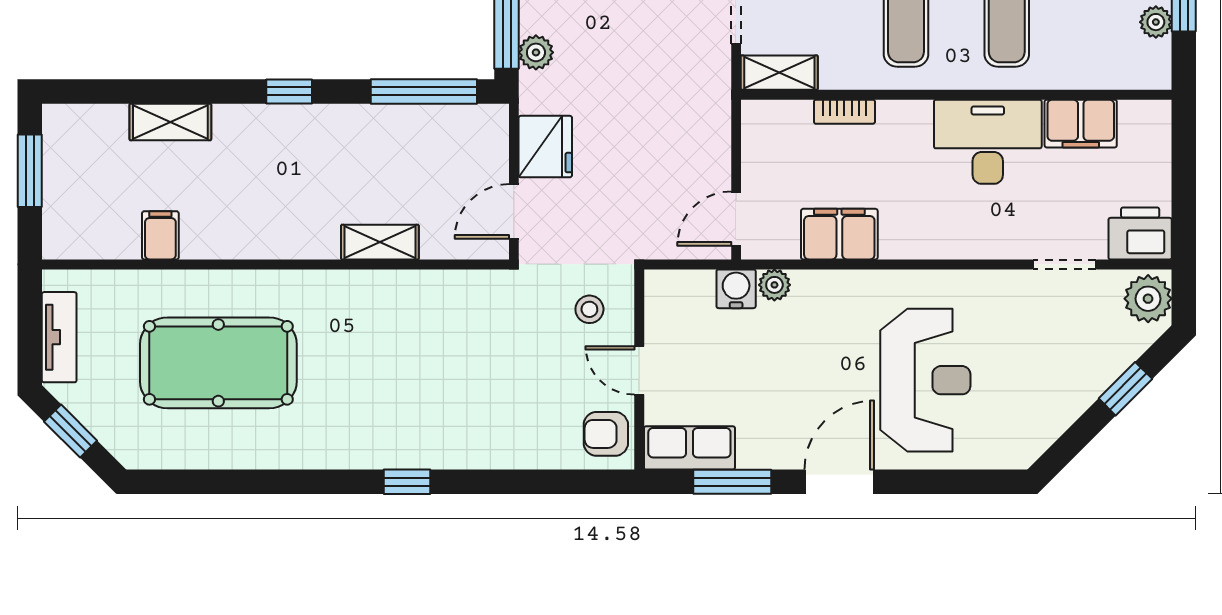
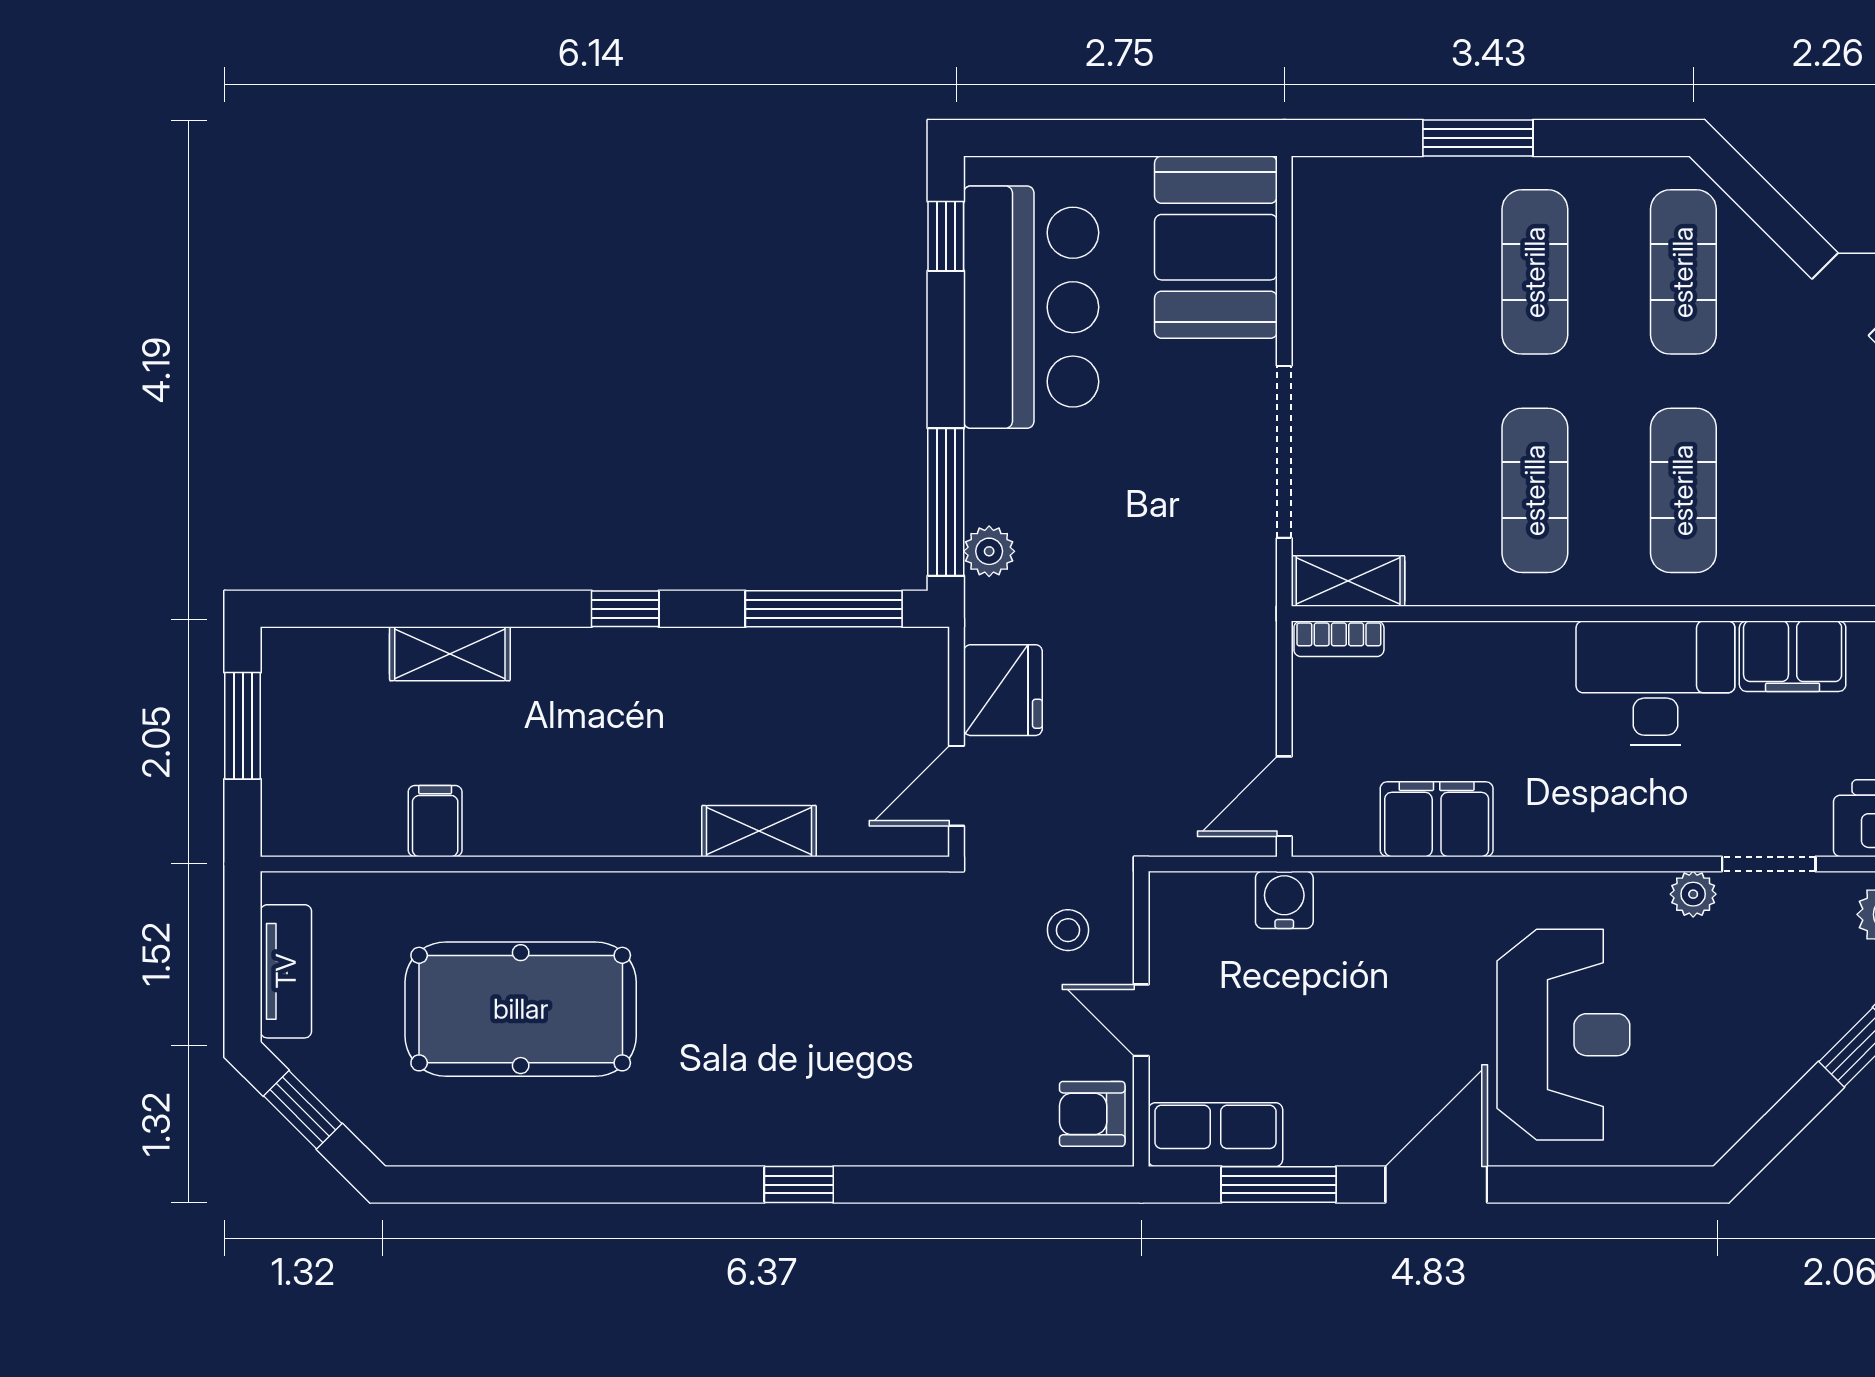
bookcase: (844, 112) -> (1339, 639), moved
plant: (774, 285) -> (1693, 894), moved

